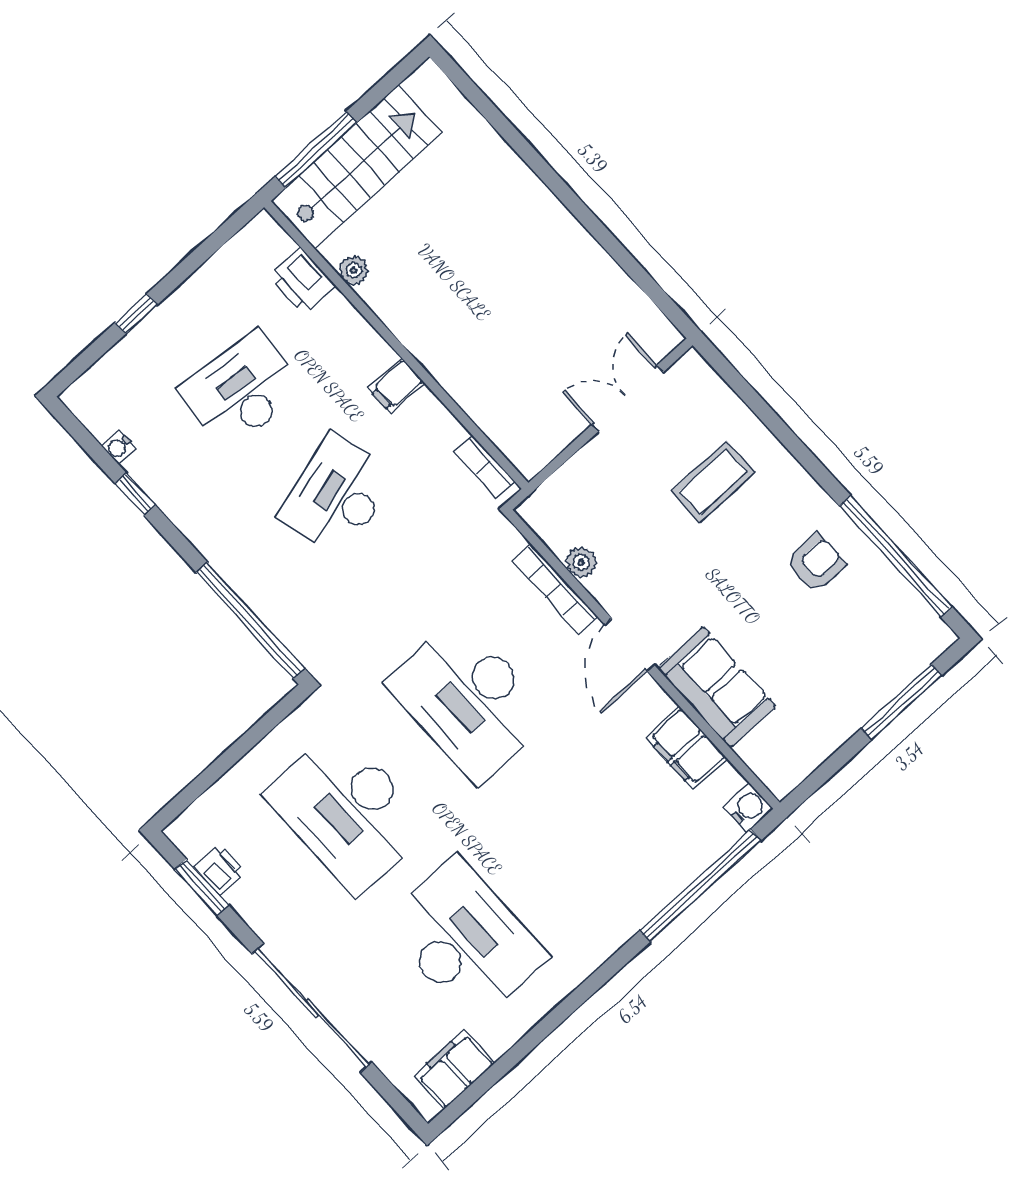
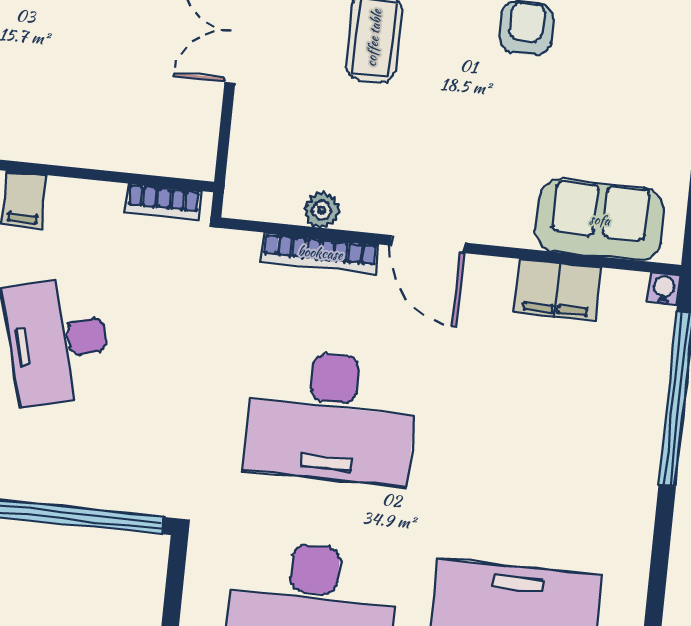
sofa: (717, 687) -> (600, 220), moved
water cooler: (748, 808) -> (664, 289), width x0.72, depth x0.72

